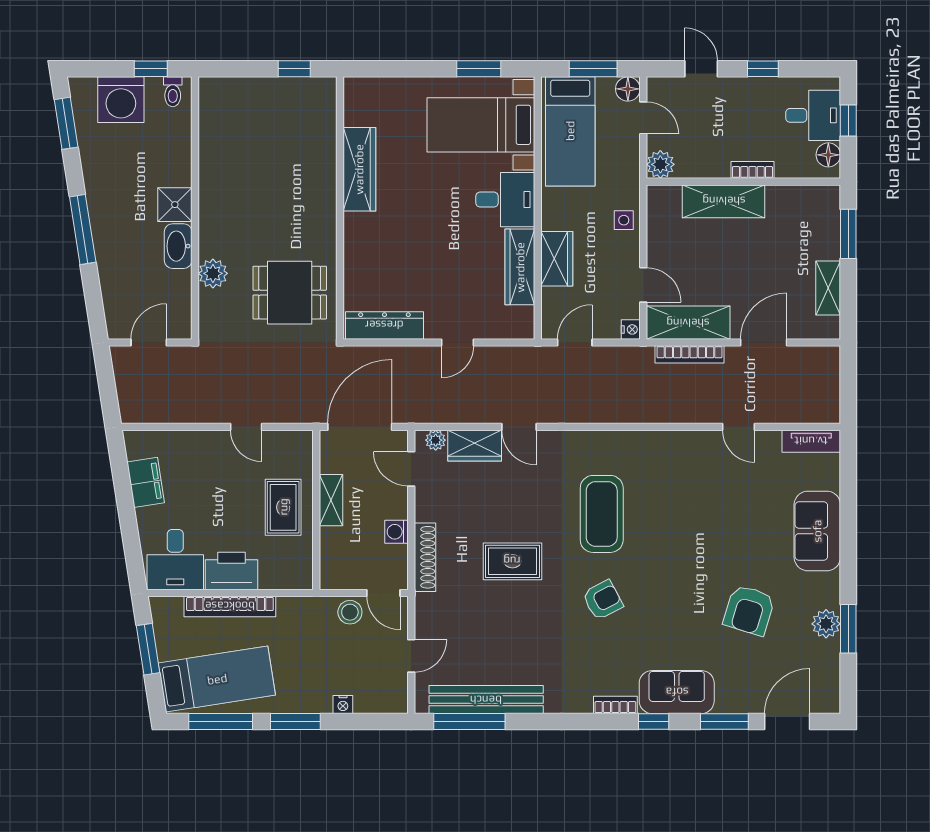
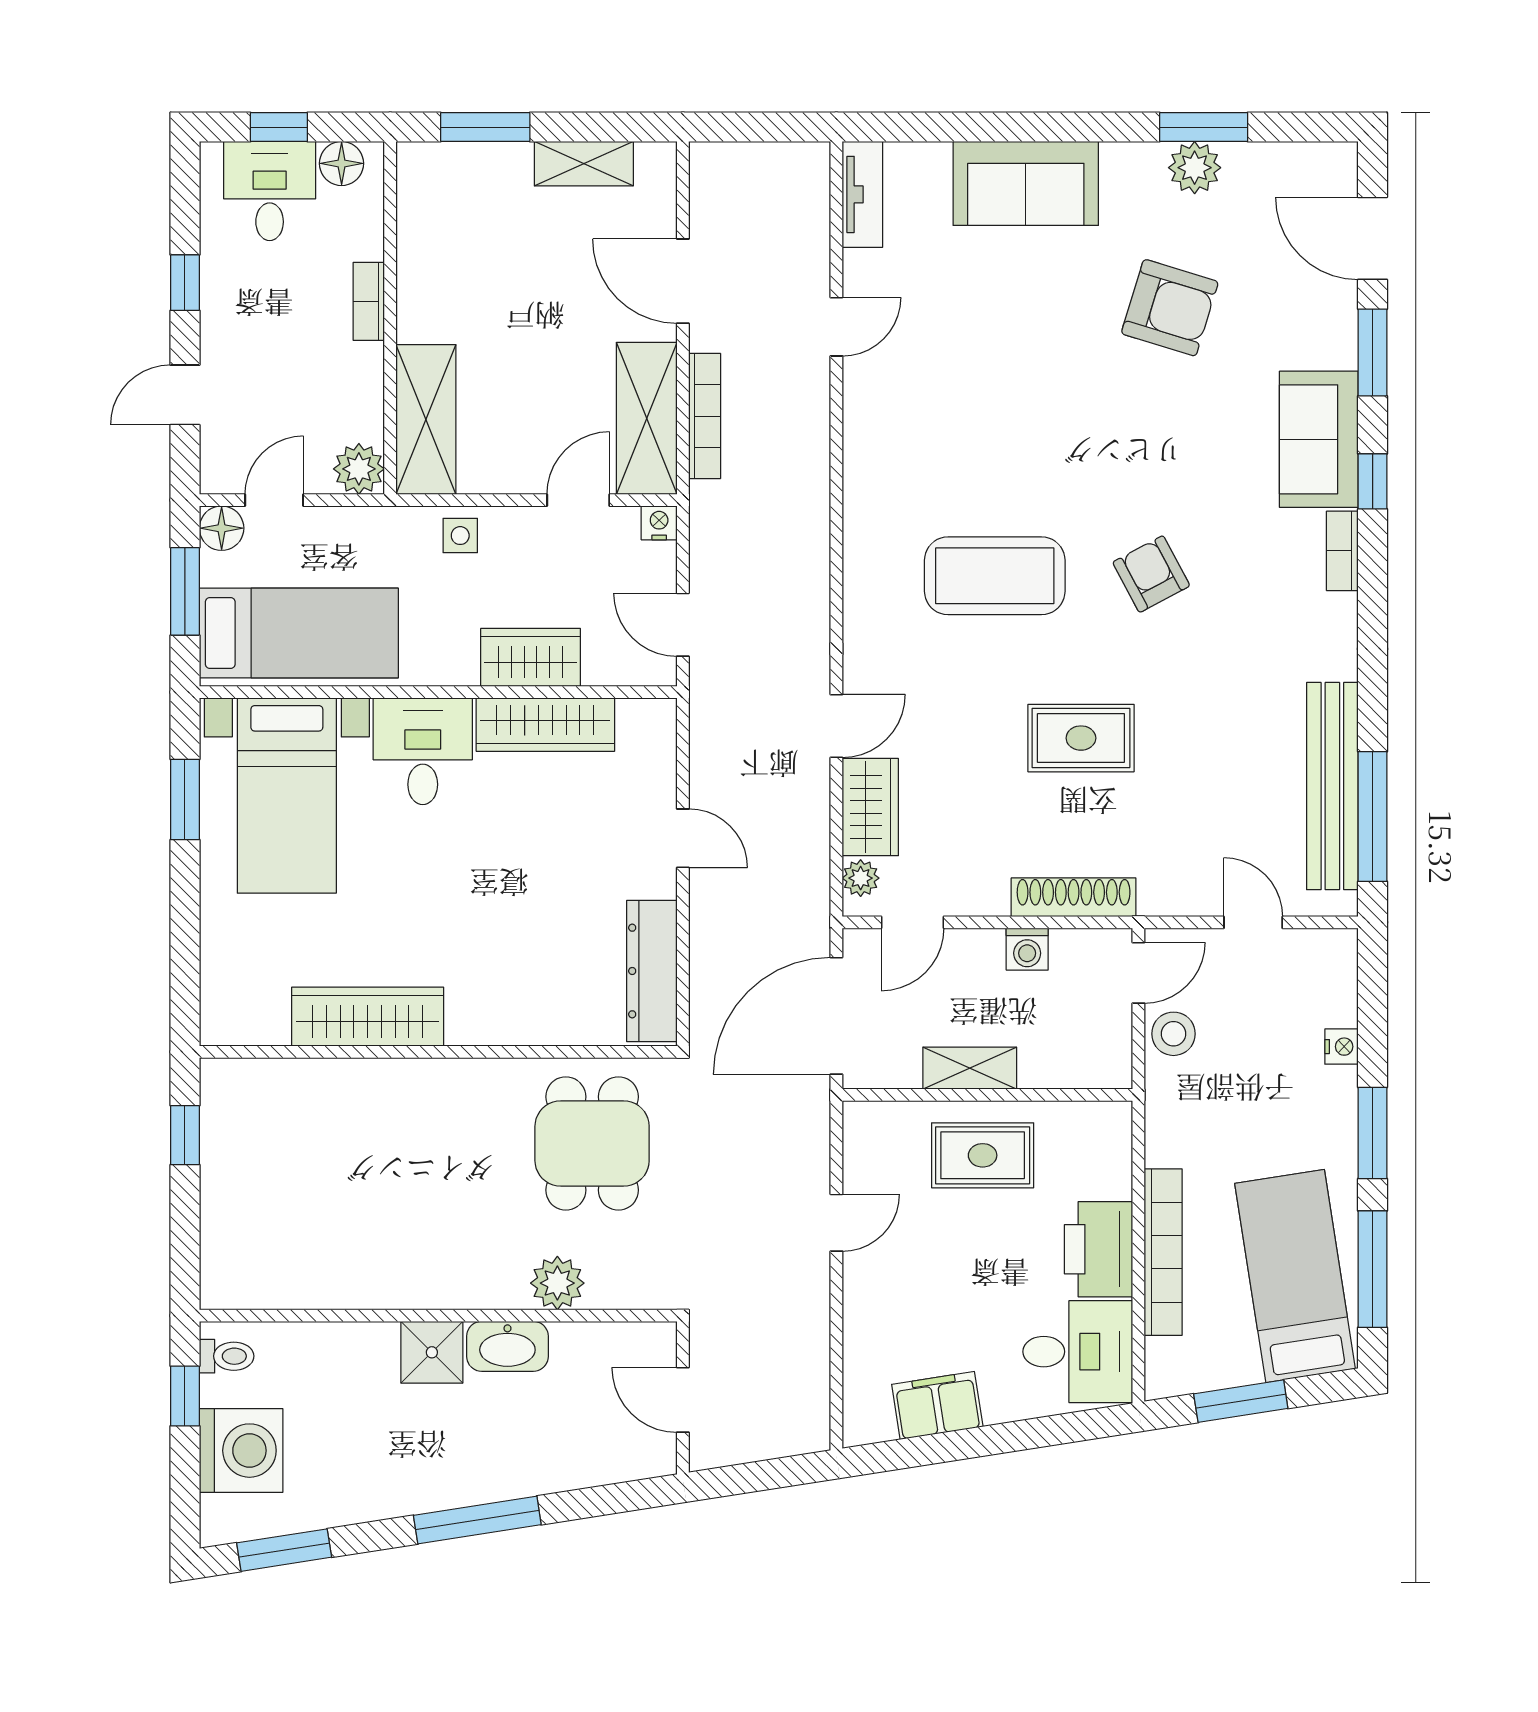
shelving: (724, 201) -> (426, 419), moved
door: (360, 427) -> (836, 1016), hinge flipped
rug: (512, 561) -> (1081, 738), turned 90

